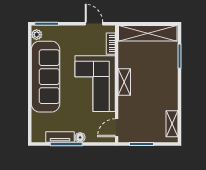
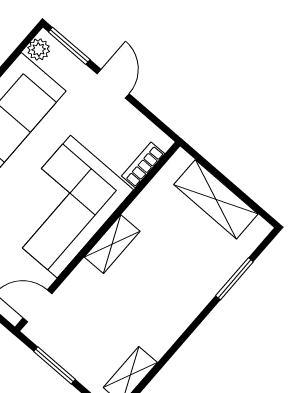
door: (94, 24) -> (113, 84), moved
shelving: (148, 33) -> (216, 199), width x0.68

